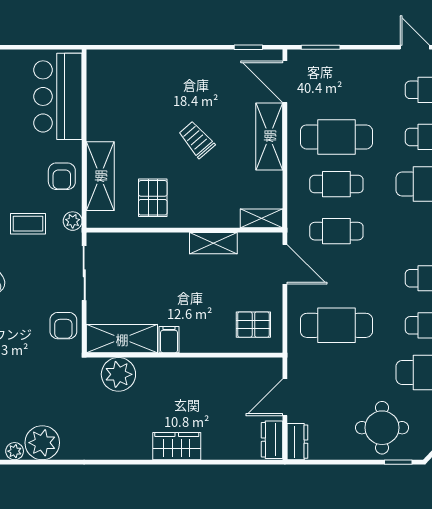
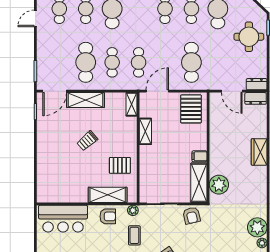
pallet: (253, 325) -> (191, 109), width x1.50, depth x1.42
armchair: (63, 326) -> (192, 216), turned 77

